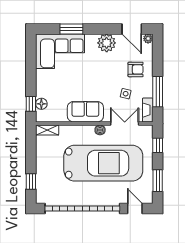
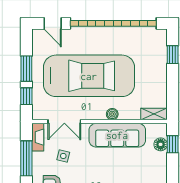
sofa: (85, 112) -> (117, 135), width x1.36
boiler: (100, 130) -> (112, 114), moved
car: (103, 163) -> (89, 76), turned 180
window: (158, 181) -> (26, 69), moved

